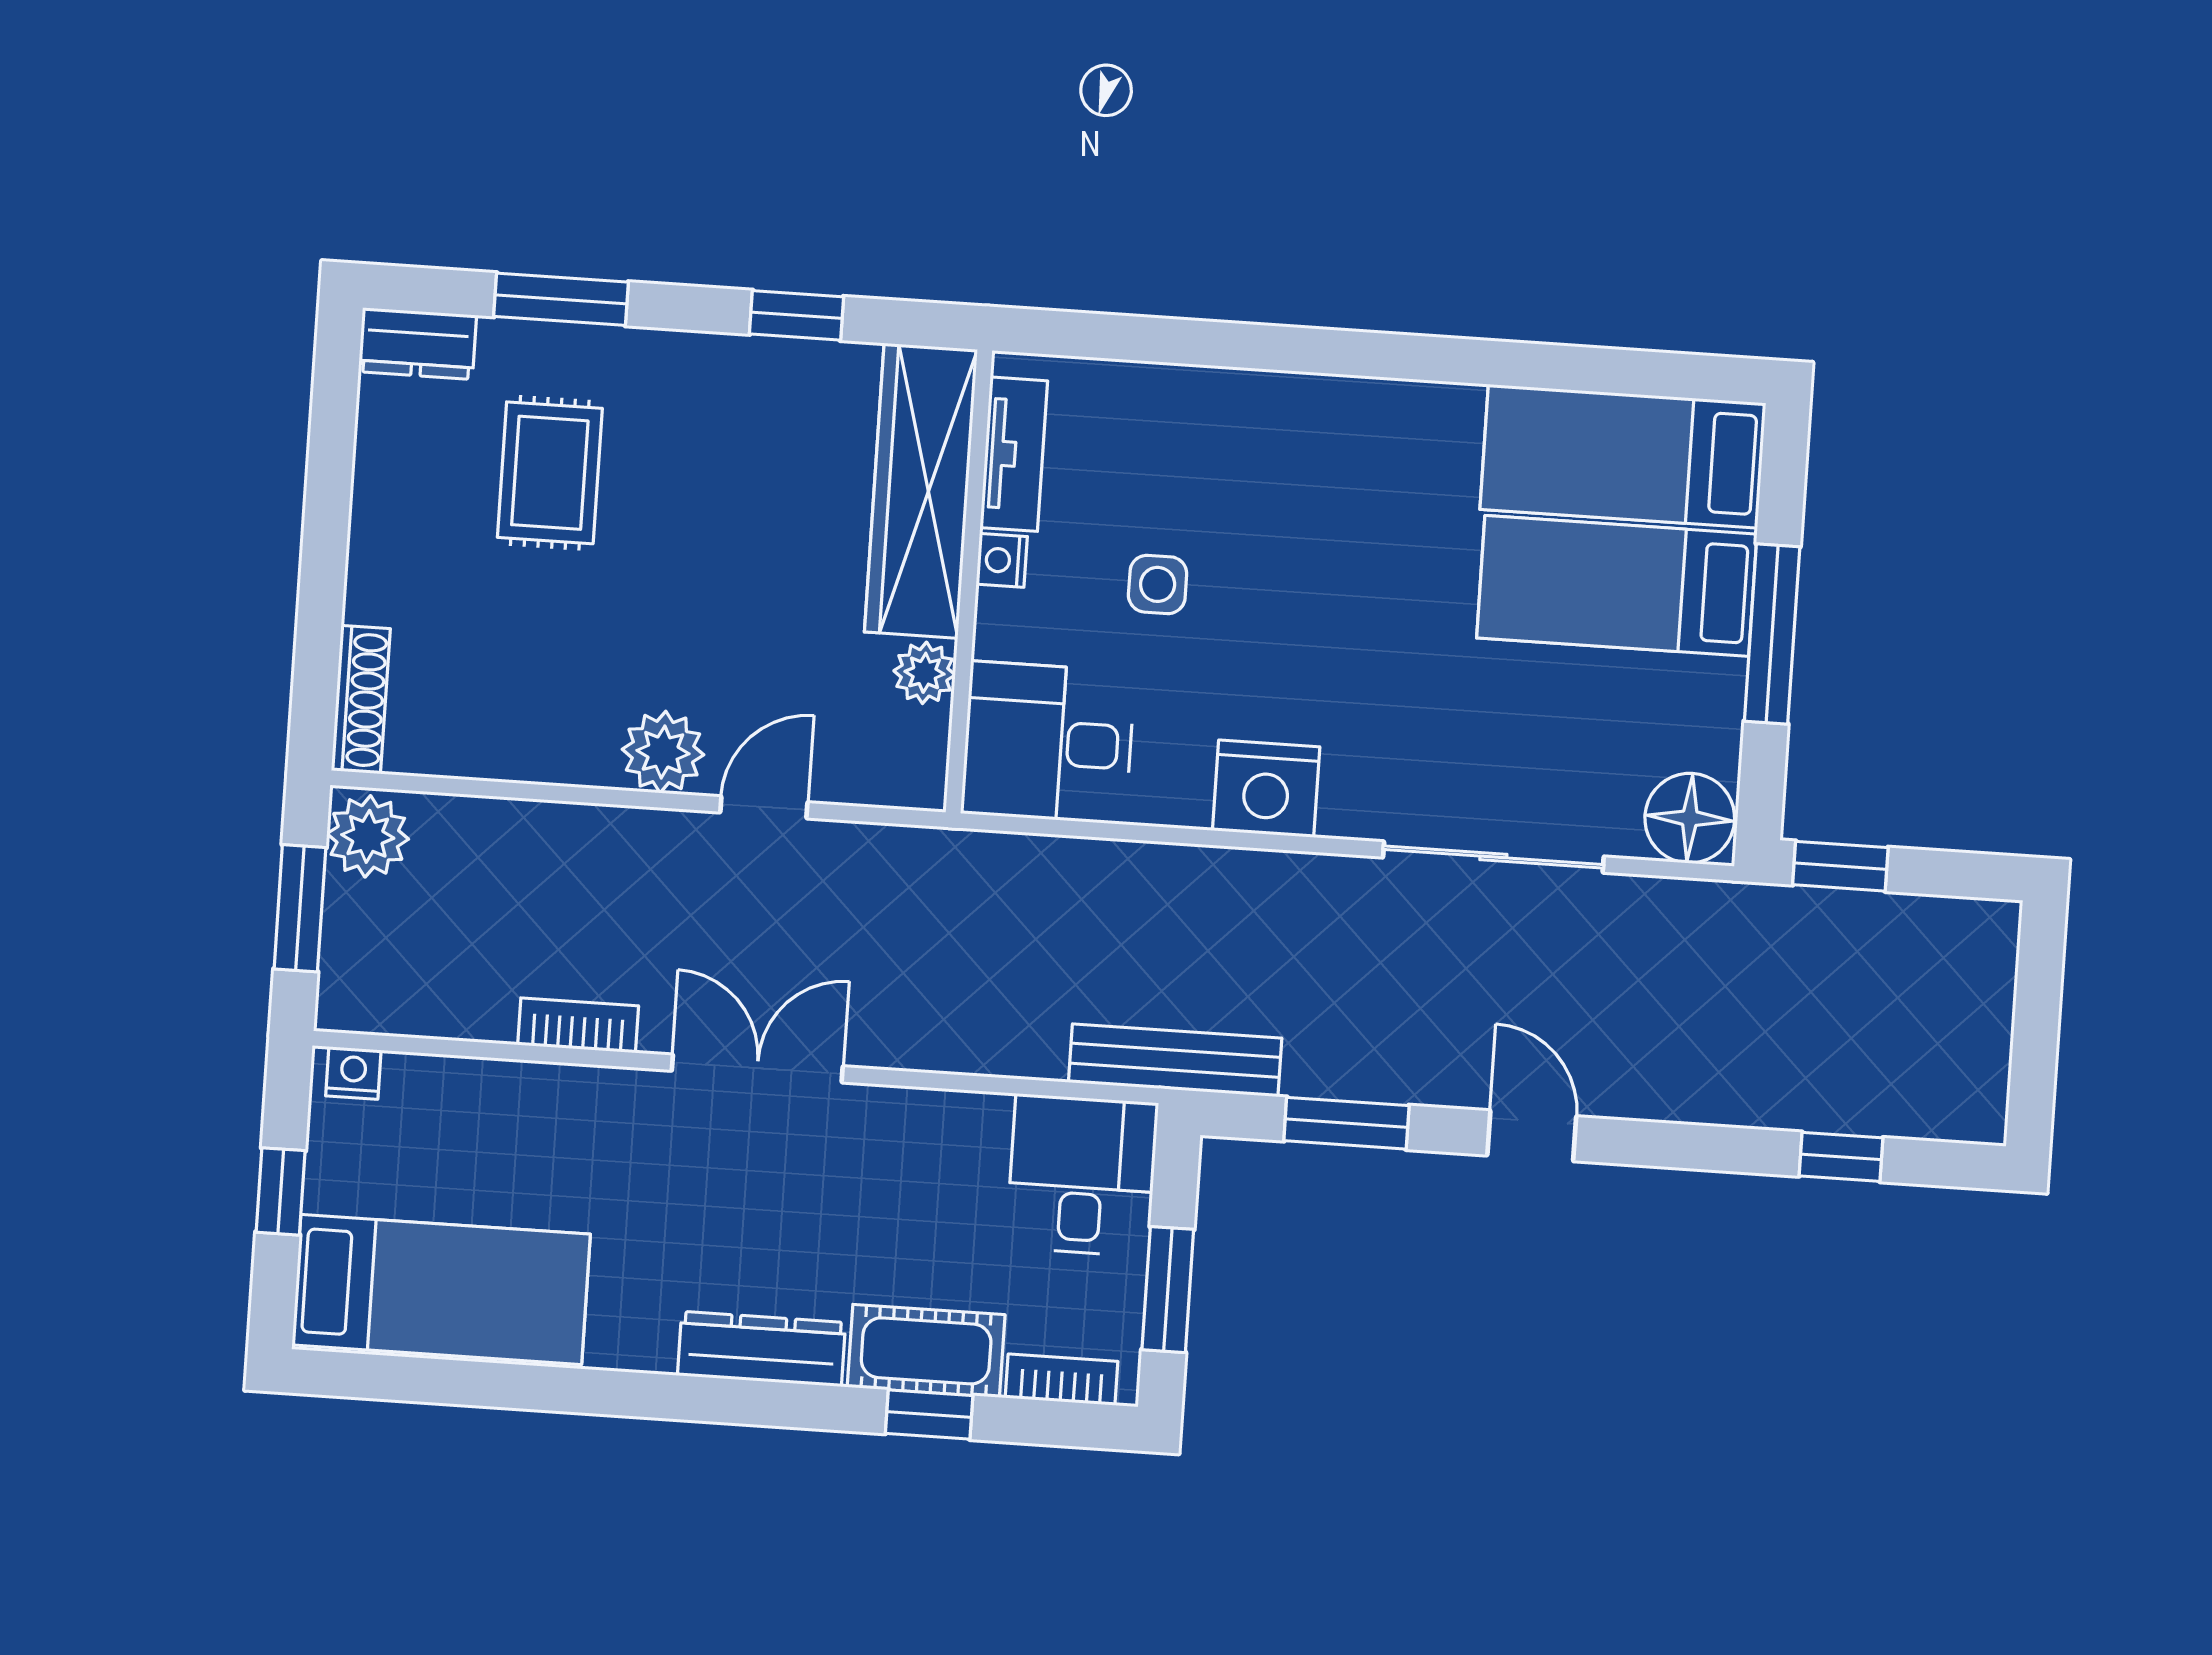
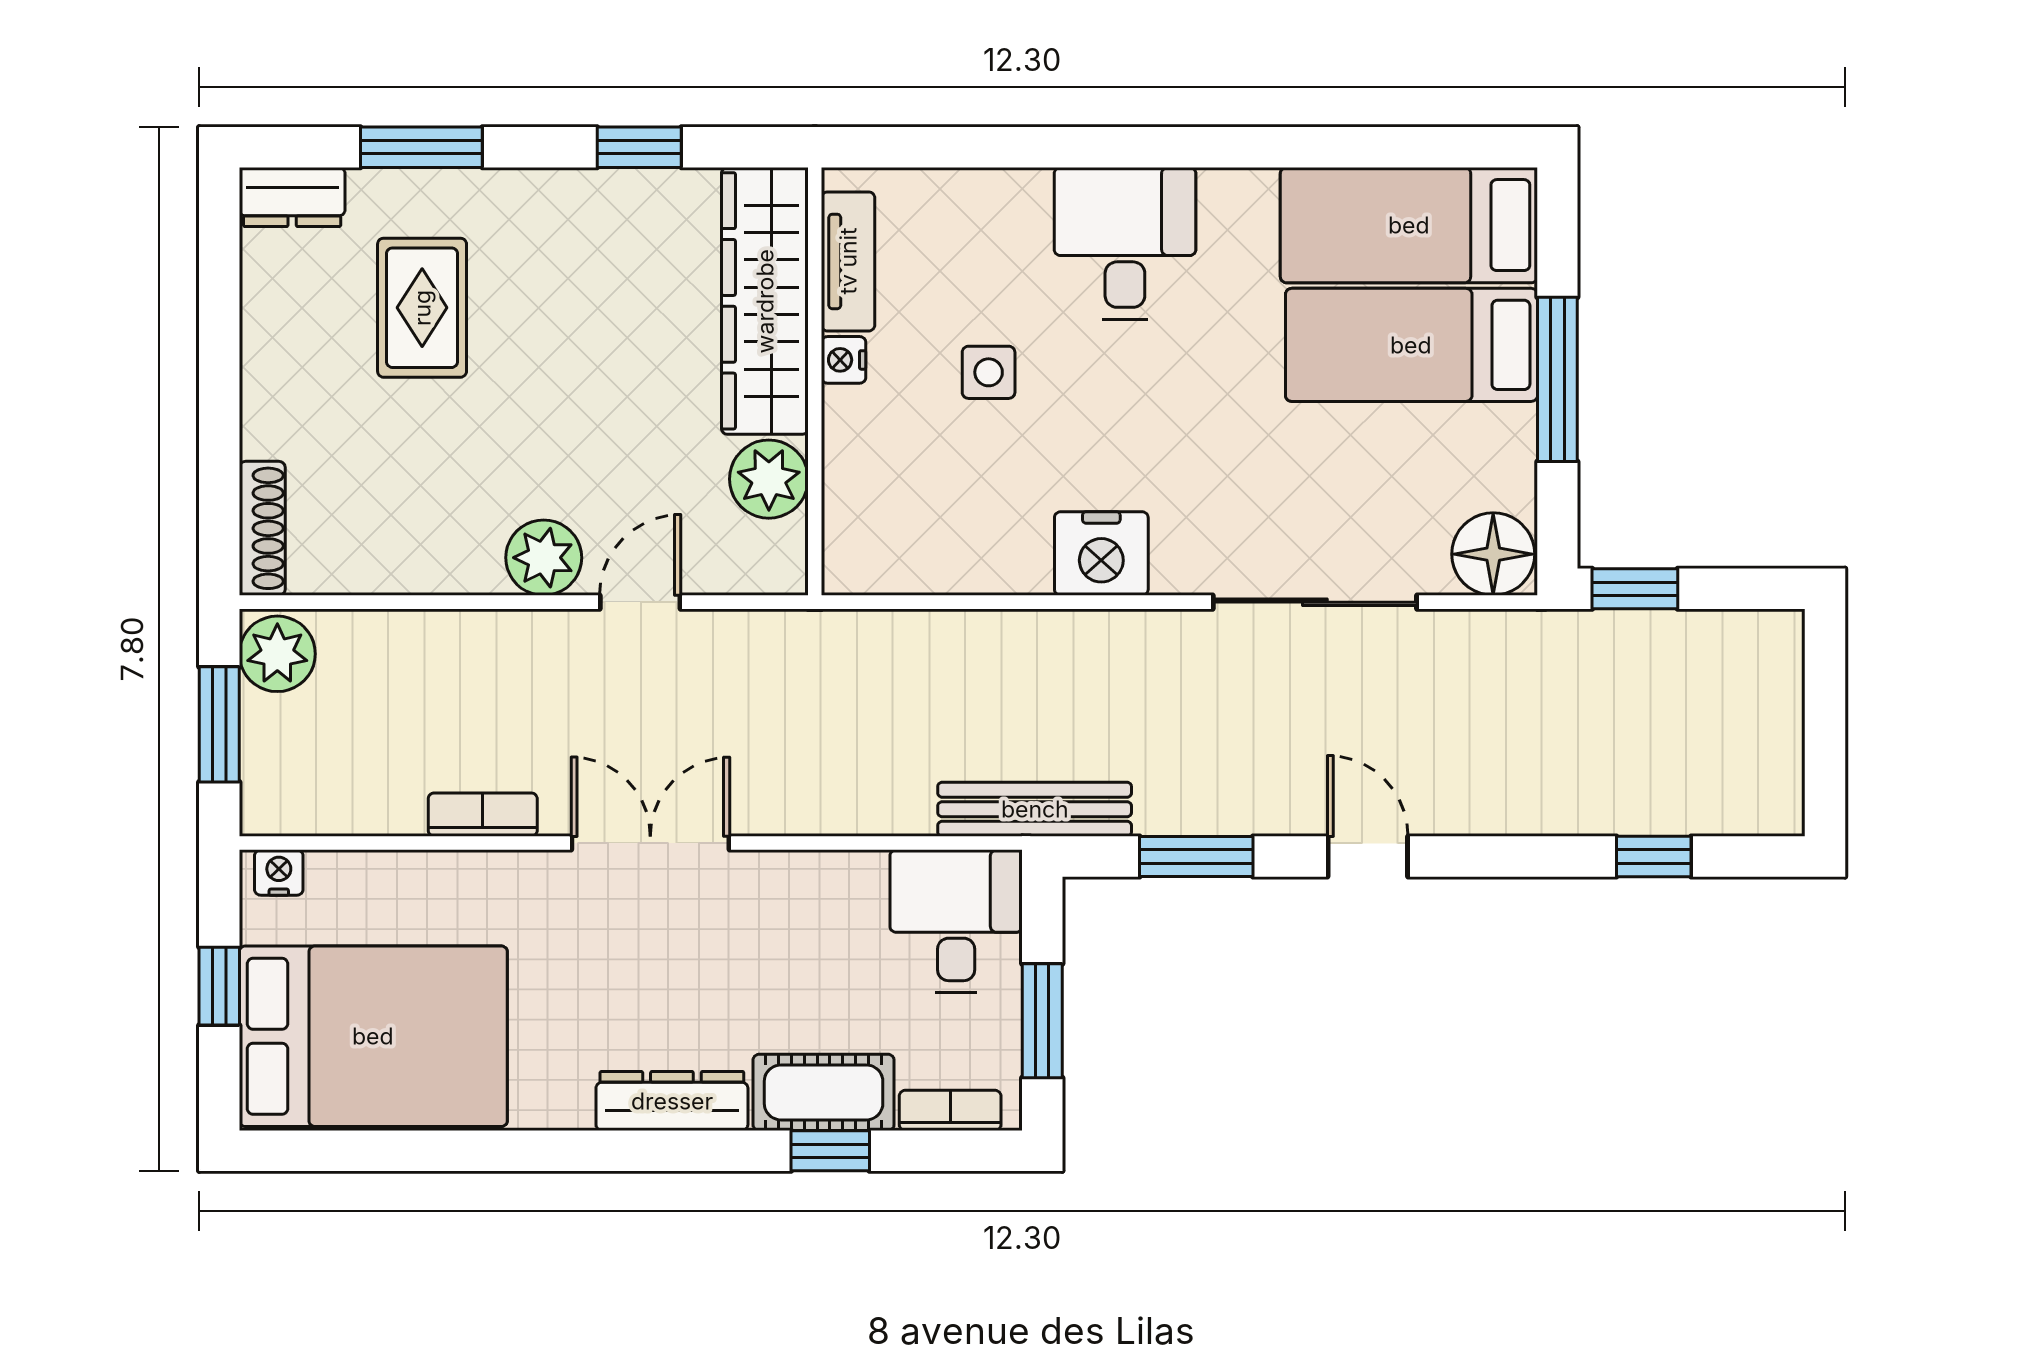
plant: (925, 673) -> (769, 479), width x1.38, depth x1.38
desk: (1048, 743) -> (1125, 243), moved, turned 90
bed: (441, 1289) -> (373, 1036), width x1.50

